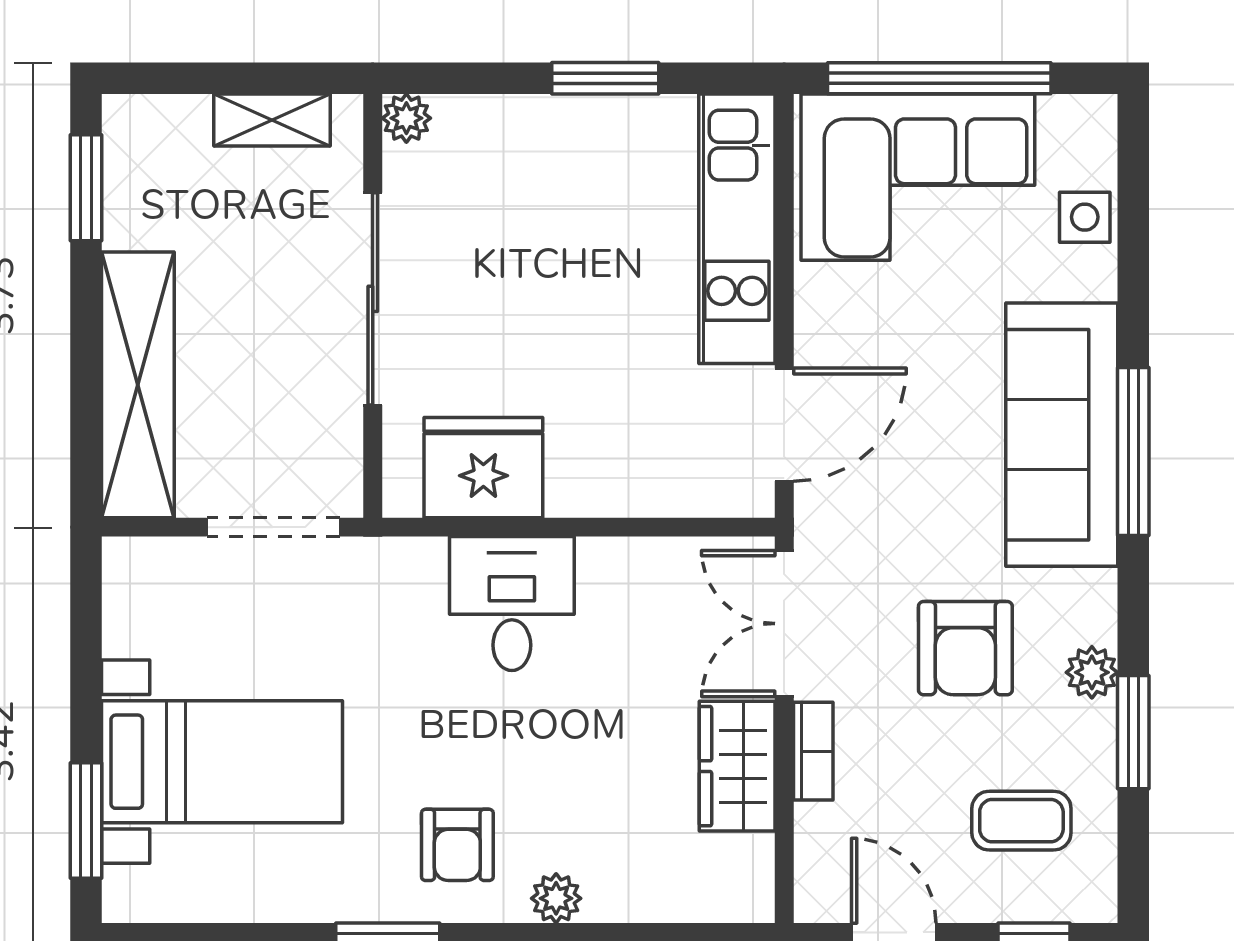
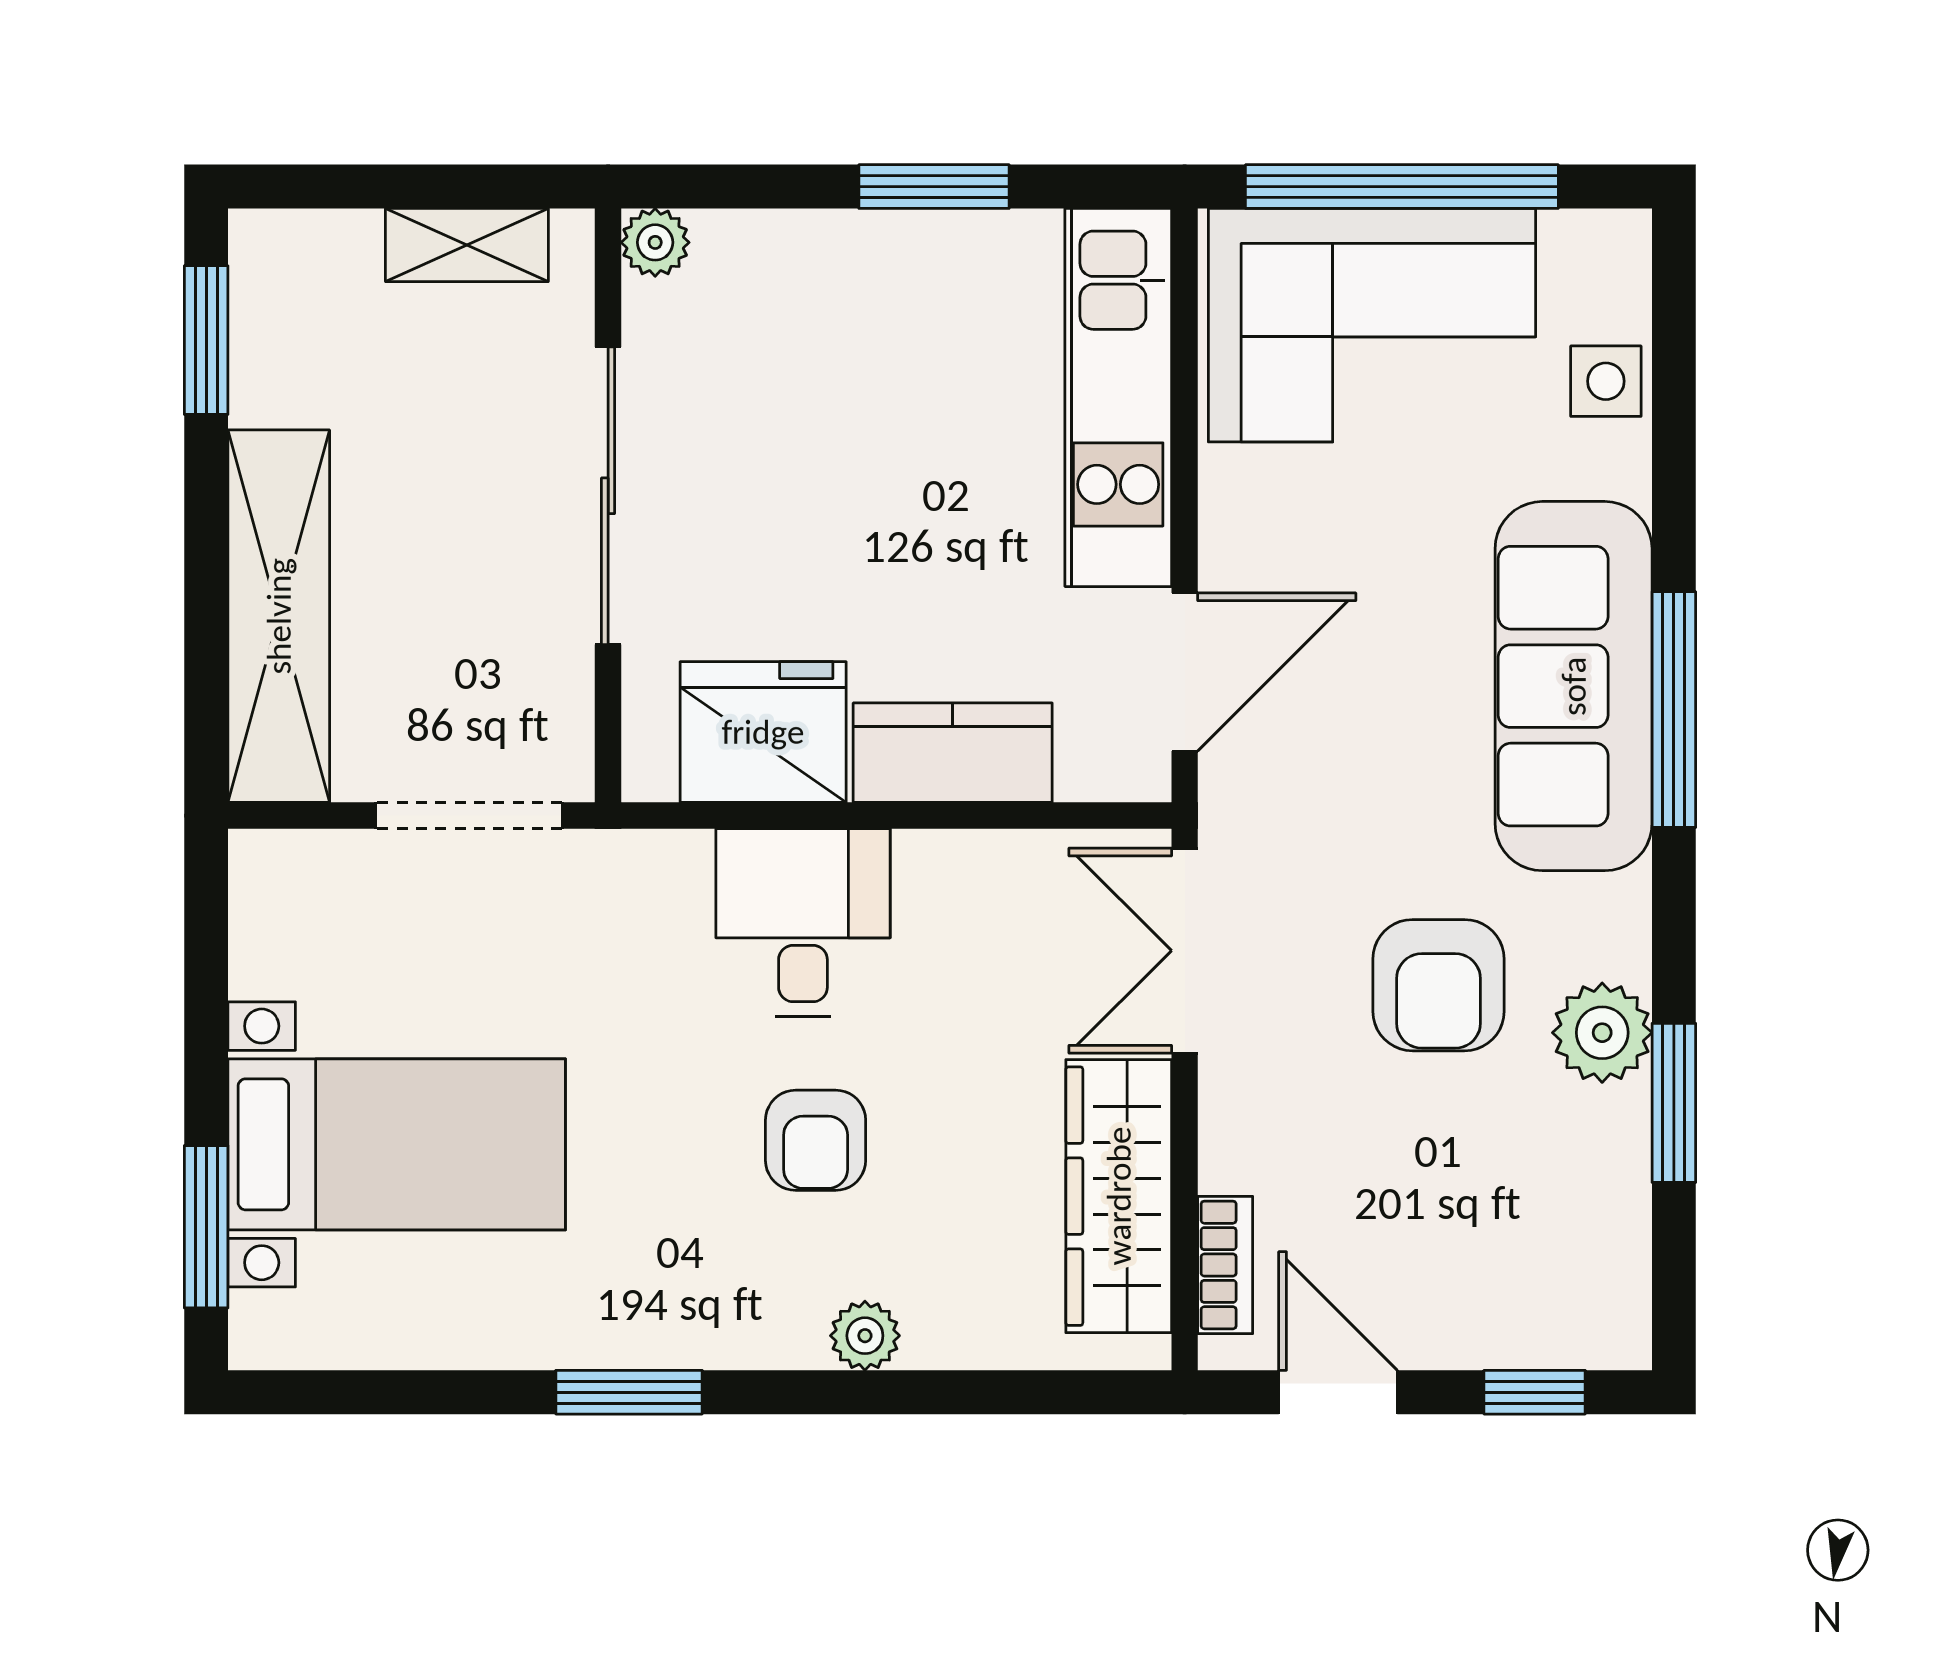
kitchen counter: (619, 482) -> (953, 753), added
plant: (1092, 672) -> (1602, 1033), width x1.38, depth x1.38
bookcase: (813, 751) -> (1225, 1265), moved
wardrobe: (737, 766) -> (1119, 1196), width x1.50
coffee table: (1021, 821) -> (1517, 1227), removed
armchair: (457, 845) -> (816, 1140), moved

